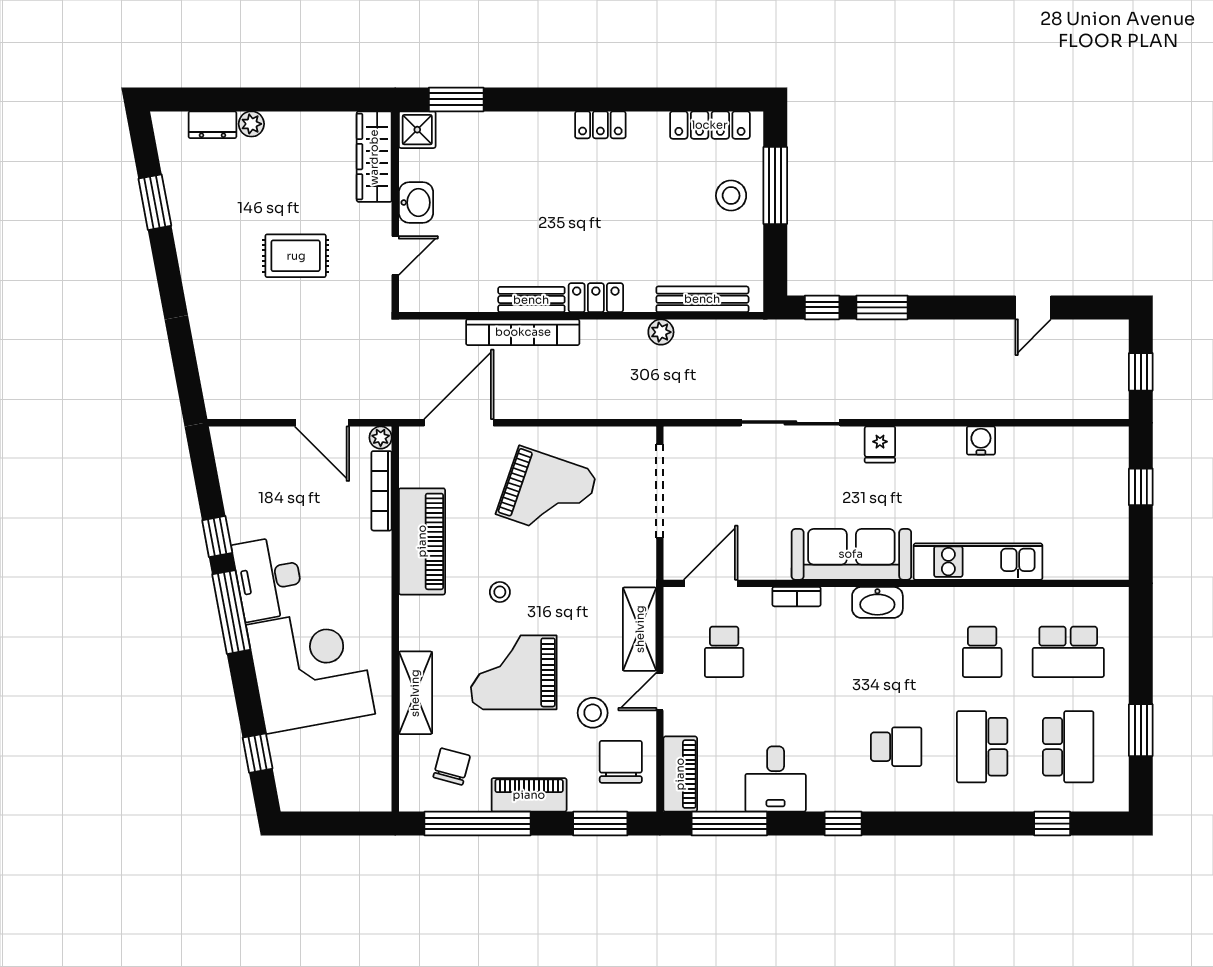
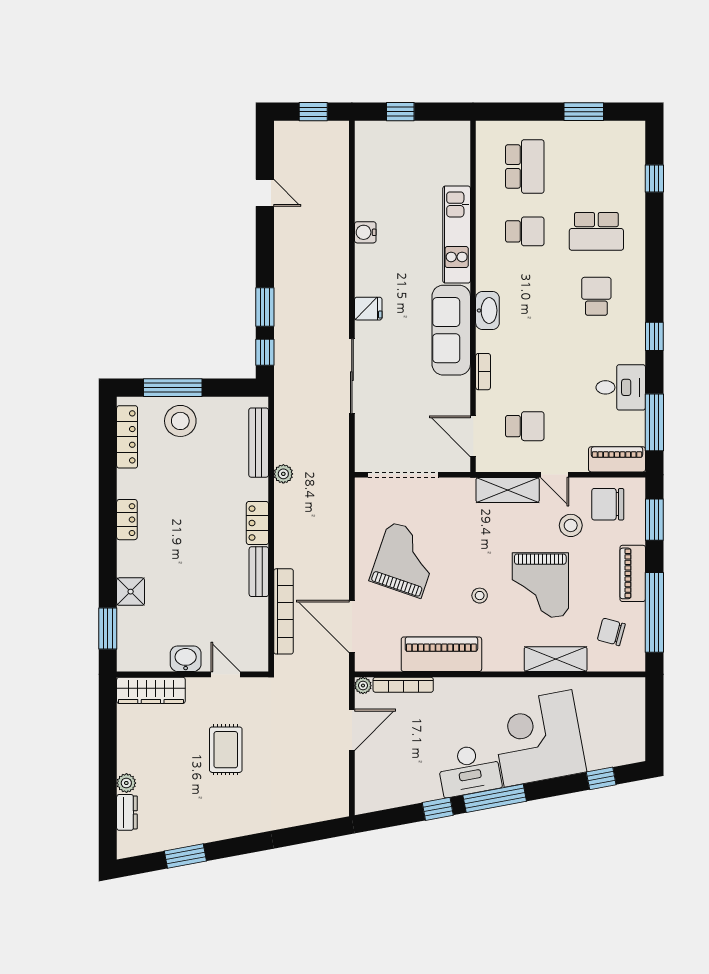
shower: (417, 130) -> (131, 592), moved
stool: (731, 196) -> (180, 421), width x1.38, depth x1.38
bookcase: (523, 332) -> (284, 611), moved
school desk: (1068, 747) -> (596, 166), removed

